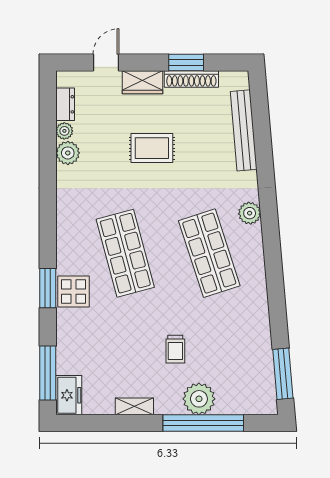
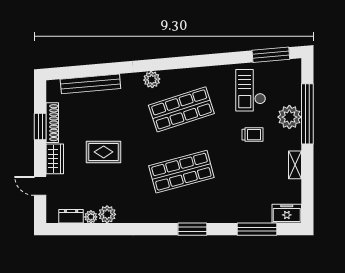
rug: (152, 148) -> (104, 152), turned 90
window: (48, 288) -> (192, 229), moved
display table: (74, 292) -> (210, 210), removed
checkout: (235, 347) -> (251, 90), added
window: (48, 373) -> (257, 229), moved

